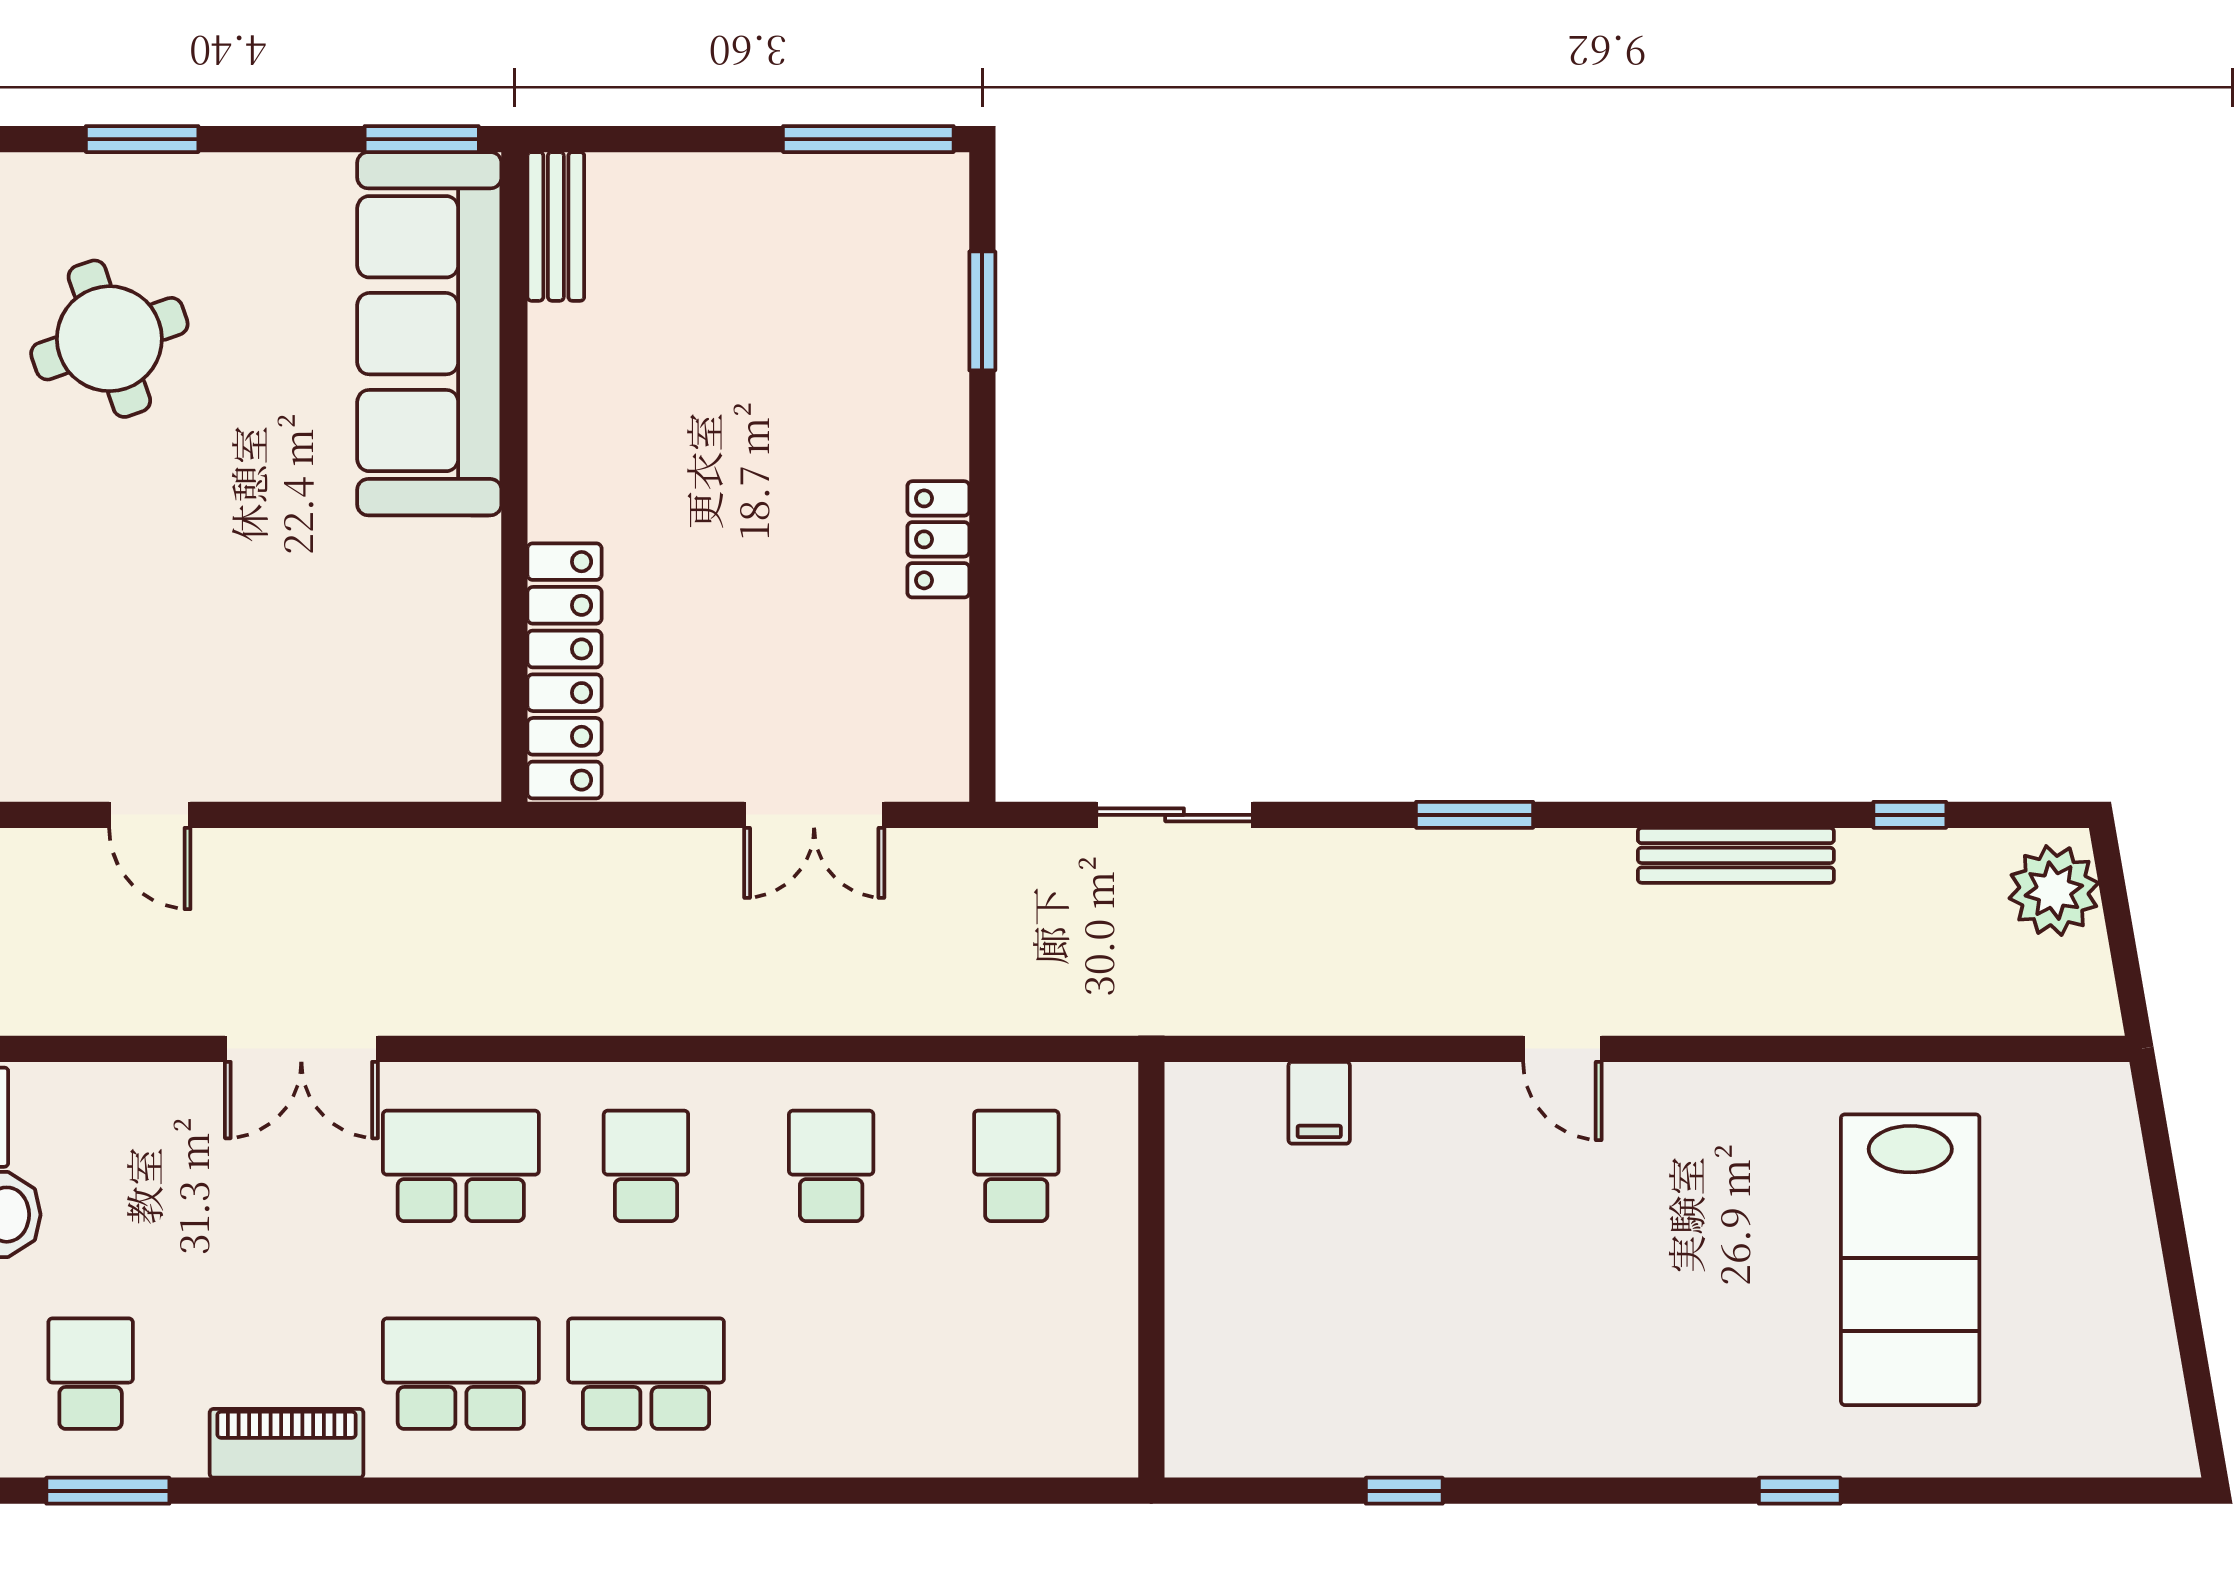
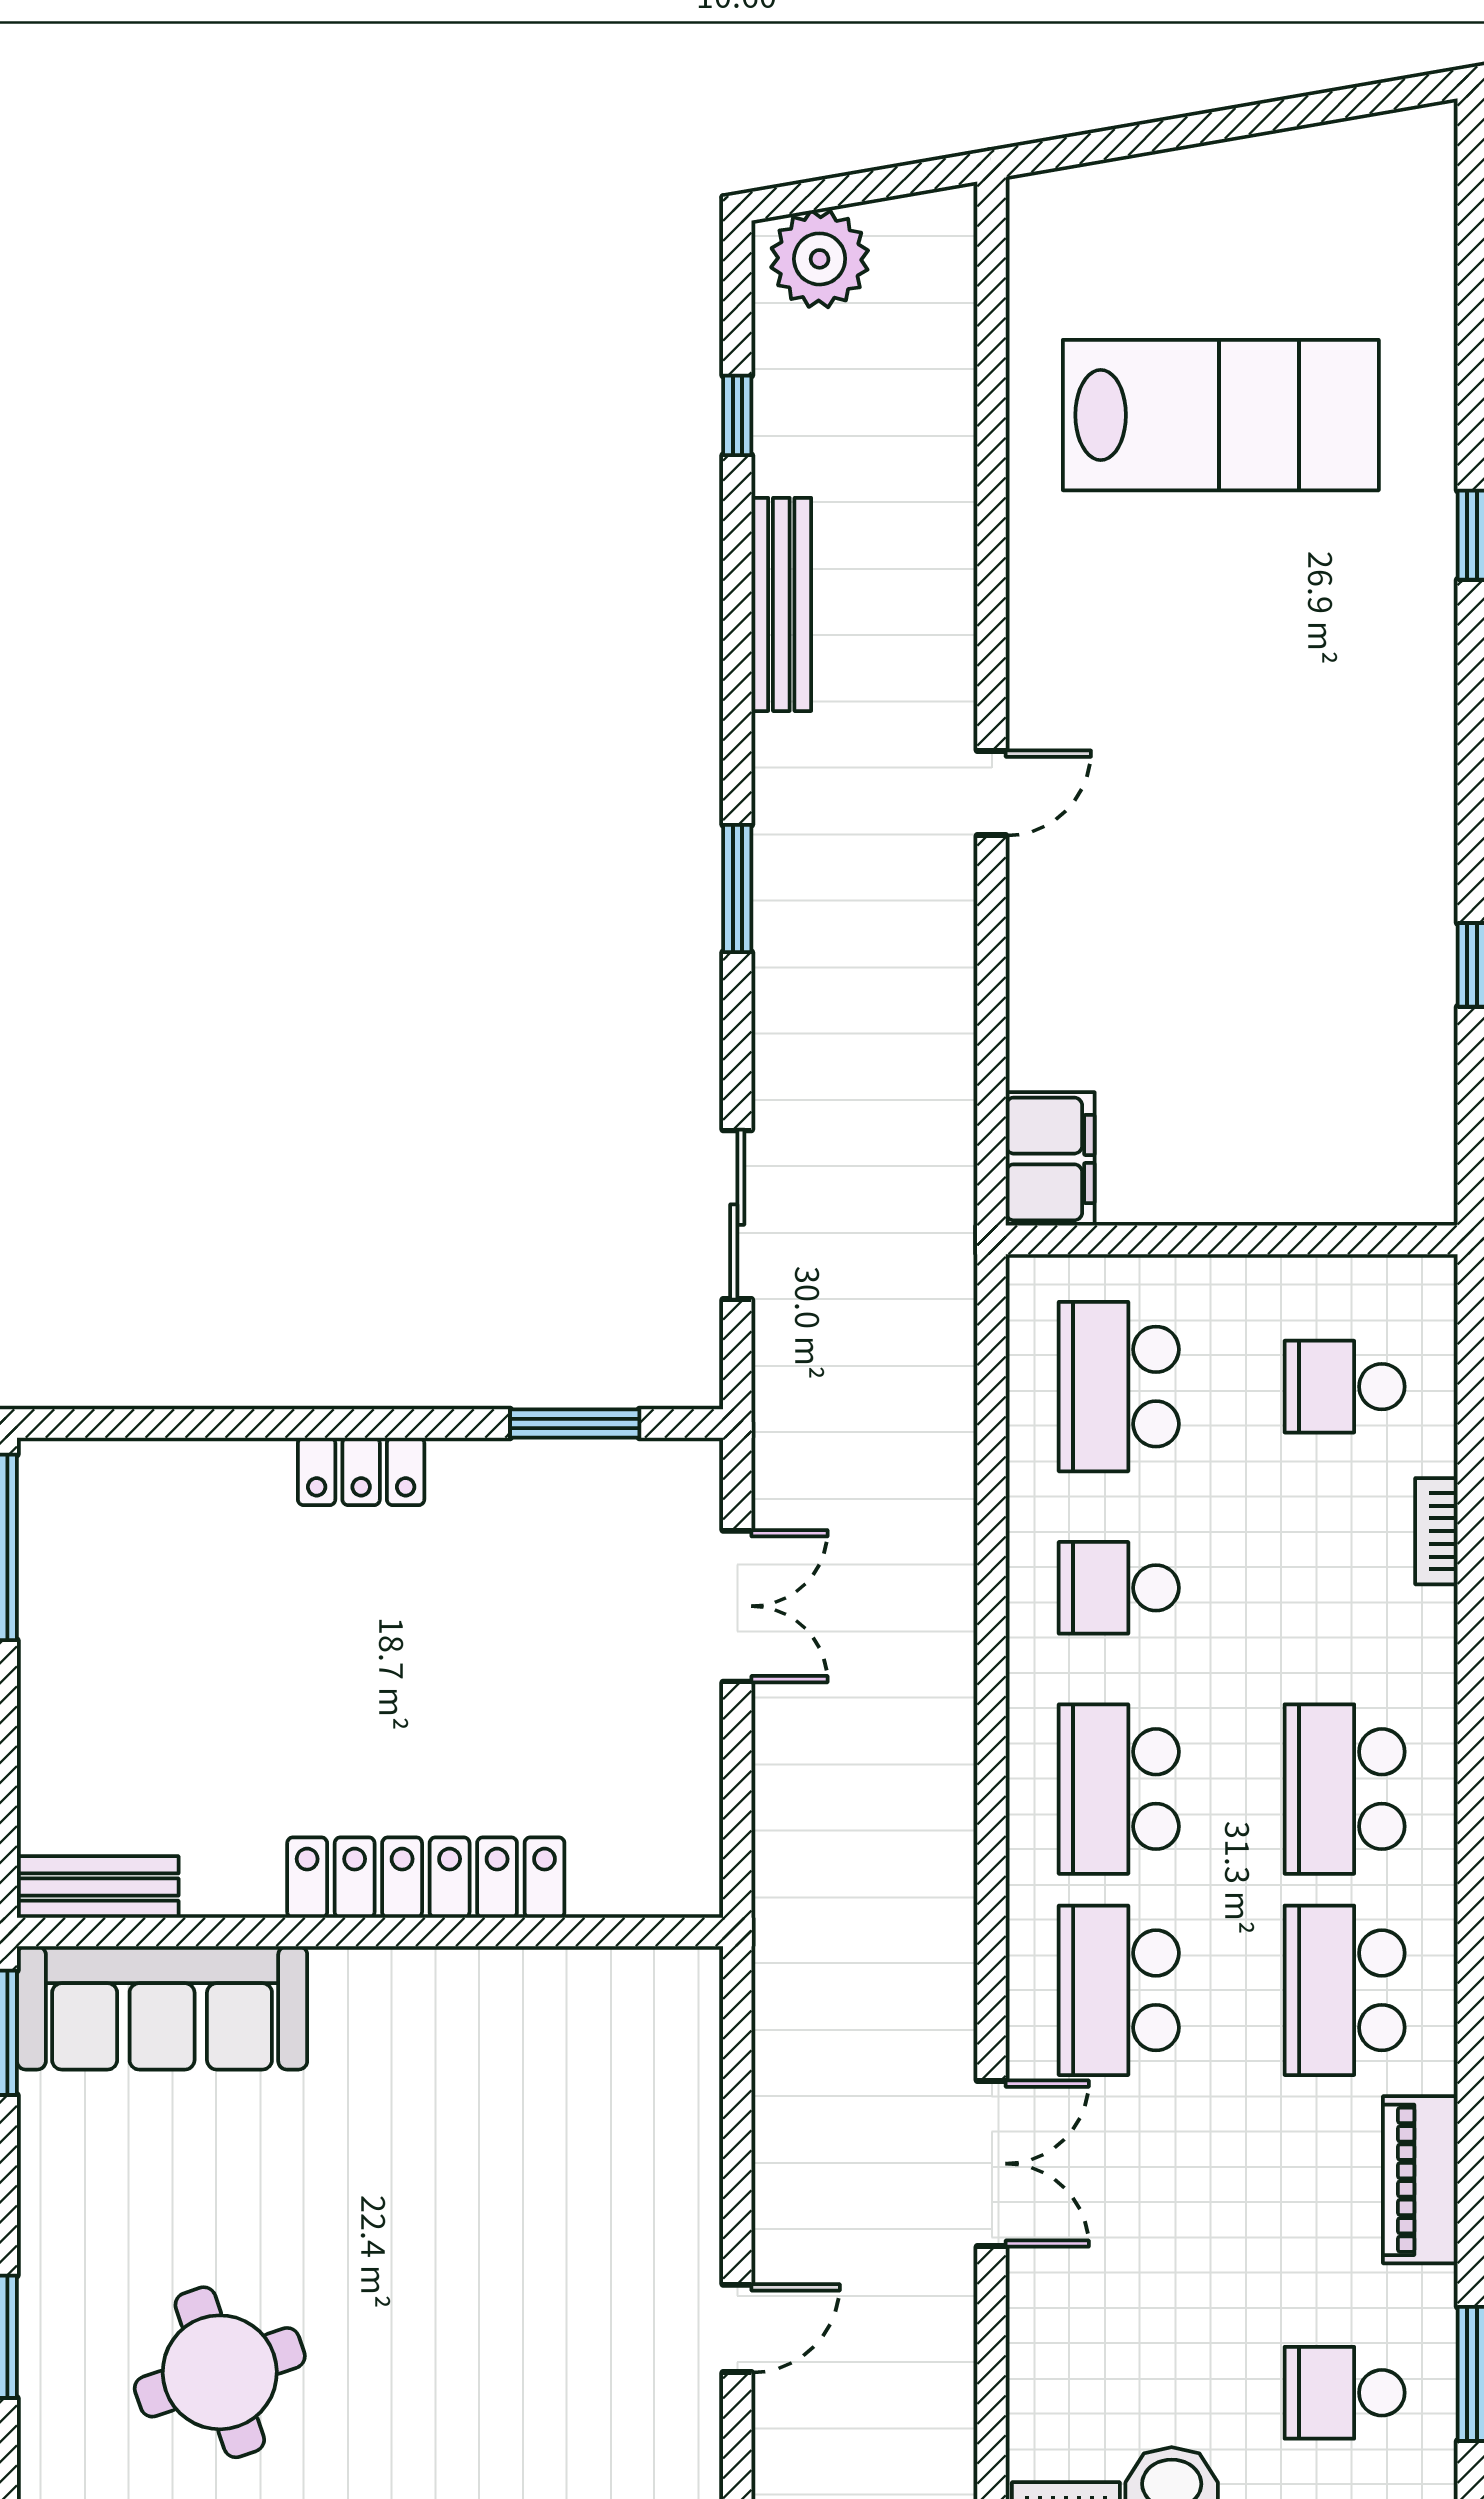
window: (982, 311) -> (575, 1424), moved
sofa: (429, 334) -> (162, 2008), width x0.74, depth x0.79
locker: (938, 539) -> (361, 1471), moved
locker: (564, 671) -> (426, 1878), moved
filing cabinet: (1319, 1103) -> (1050, 1159), moved, width x2.00
school desk: (646, 1166) -> (1119, 1789), width x1.85
school desk: (1016, 1166) -> (1119, 1387), width x1.85
school desk: (1016, 1374) -> (1345, 1387), added
bookcase: (883, 1458) -> (1436, 1531), added

